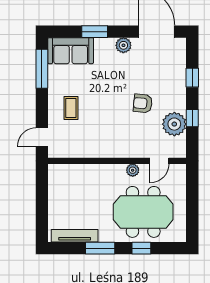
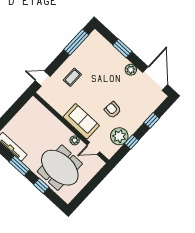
sofa: (71, 51) -> (81, 121), moved, turned 180

